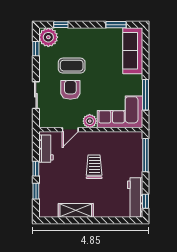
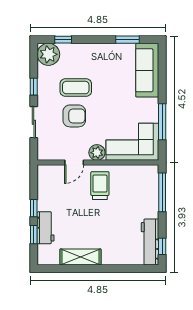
window: (36, 49) -> (34, 87), moved
armchair: (70, 90) -> (74, 116), turned 90
workbench: (46, 149) -> (46, 228), moved
trolley: (94, 167) -> (100, 186), moved

